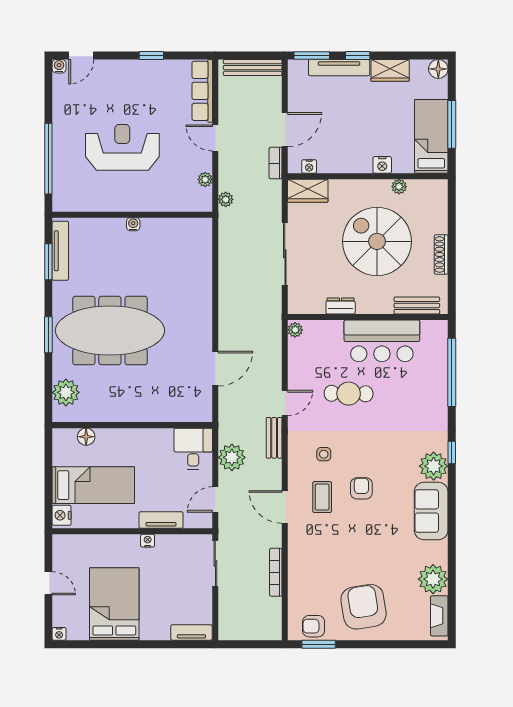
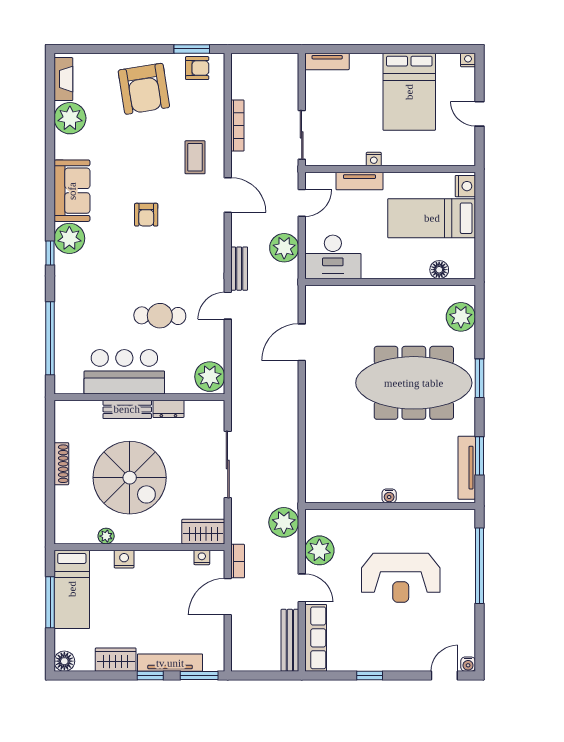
bench: (253, 68) -> (290, 640), moved, turned 90
plant: (205, 179) -> (319, 550), width x1.87, depth x1.87
plant: (226, 199) -> (284, 522), width x1.87, depth x1.87
bench: (417, 305) -> (127, 409), moved
plant: (295, 330) -> (210, 377), width x1.88, depth x1.88
desk: (193, 449) -> (333, 257), width x1.37
side table: (324, 454) -> (186, 251), removed
coffee table: (322, 497) -> (195, 157), moved

